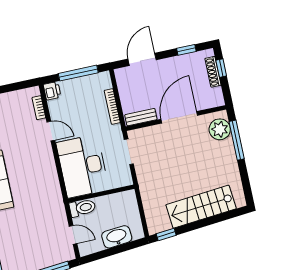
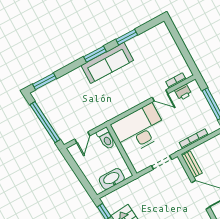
printer: (52, 91) -> (183, 92), moved
door: (51, 131) -> (160, 96), hinge flipped
washbasin: (117, 237) -> (112, 179), moved, turned -85

